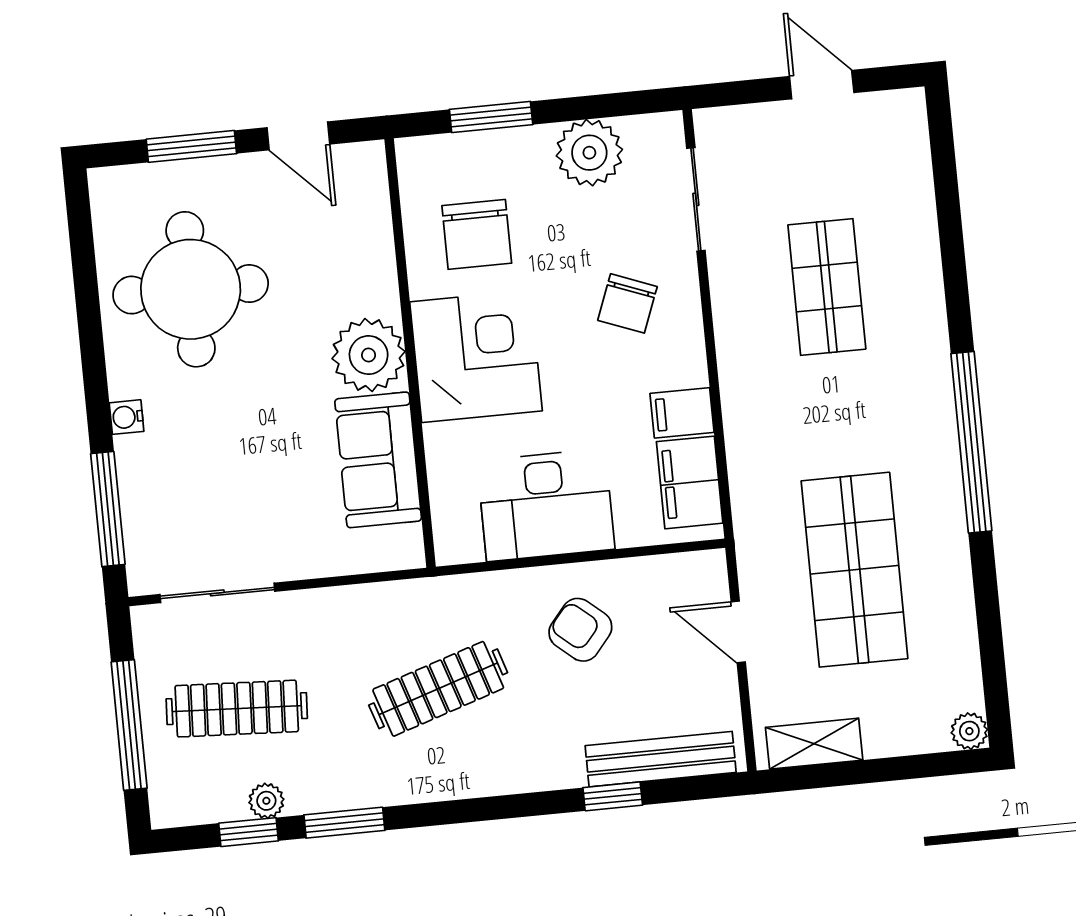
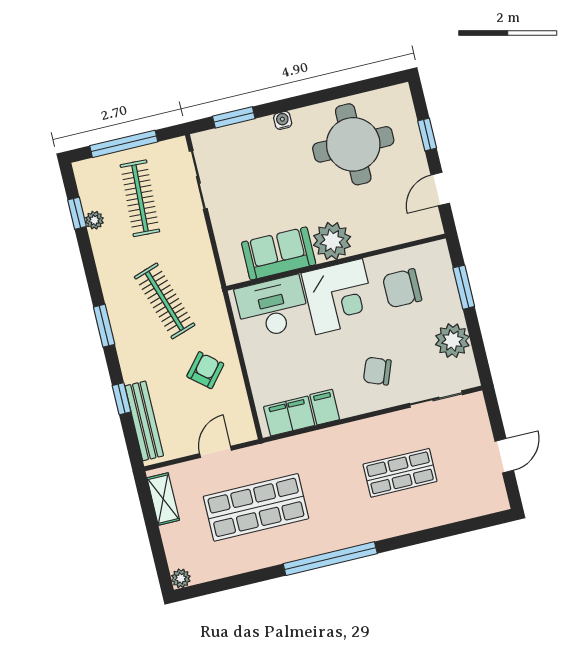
window: (191, 146) -> (427, 135), width x0.67
desk: (546, 505) -> (272, 307), moved, turned 90
window: (108, 509) -> (234, 117), width x0.69
window: (344, 823) -> (104, 326), moved

